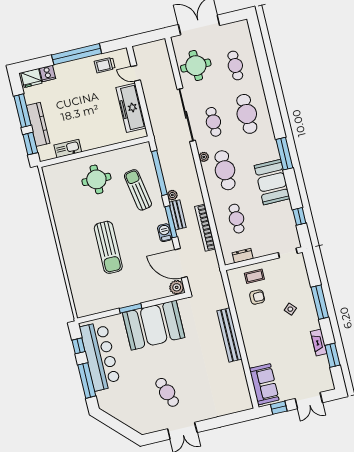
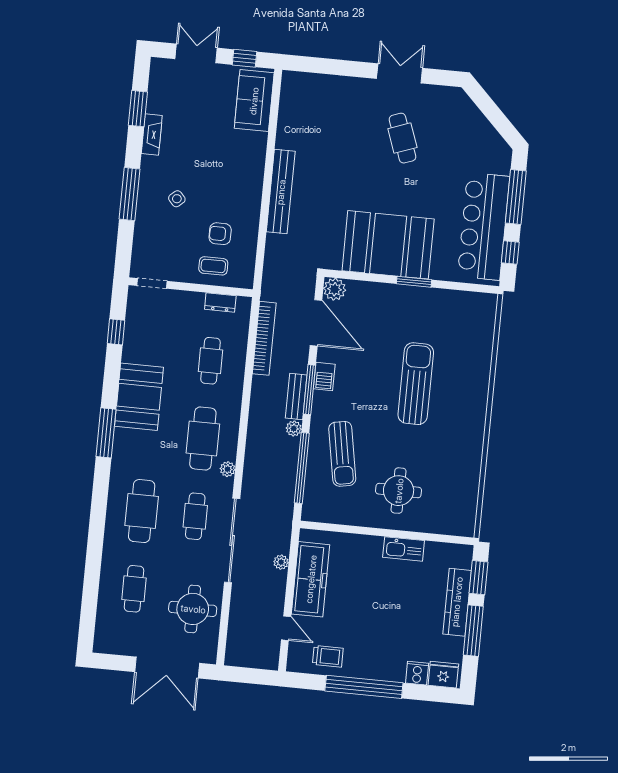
plant: (152, 112) -> (281, 562), added
kitchen sink: (68, 149) -> (404, 549), moved
bookcase: (205, 228) -> (264, 338), moved

